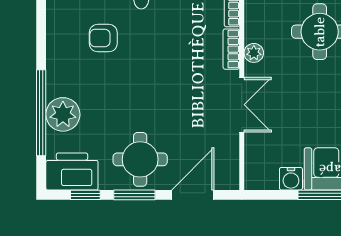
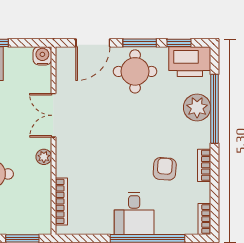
armchair: (103, 38) -> (165, 169), turned -86
bookcase: (231, 49) -> (204, 165), moved, turned 180
water cooler: (291, 179) -> (42, 56), moved

